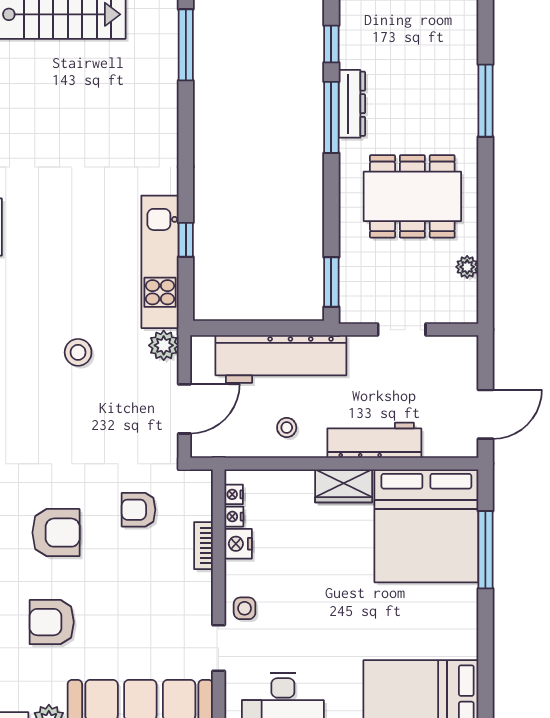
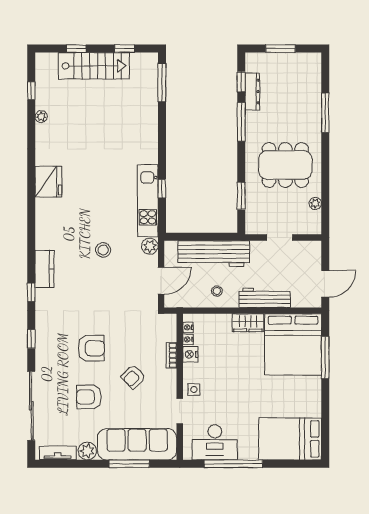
dresser: (352, 104) -> (252, 92), moved
window: (331, 282) -> (241, 196), moved
armchair: (139, 510) -> (133, 377), moved, turned -44

